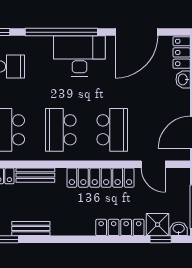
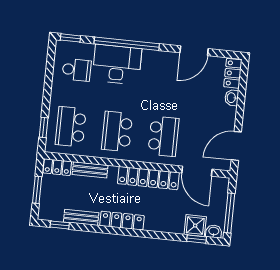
door: (136, 32) -> (194, 51), width x0.73
desk: (79, 56) -> (117, 64), moved
door: (153, 164) -> (197, 171), width x1.37
locker: (120, 227) -> (122, 221), moved

